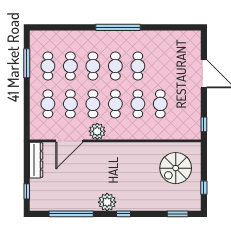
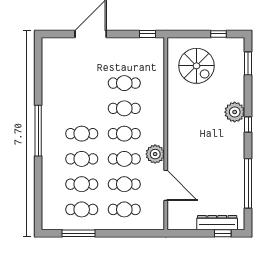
cafe table: (138, 66) -> (82, 108), removed
dresser: (36, 160) -> (217, 223), moved
plant: (107, 202) -> (235, 112), moved

